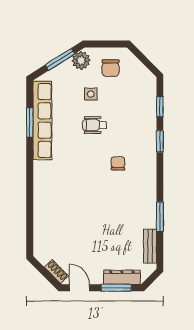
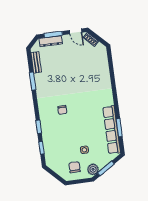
wheelchair: (94, 125) -> (80, 131), removed

